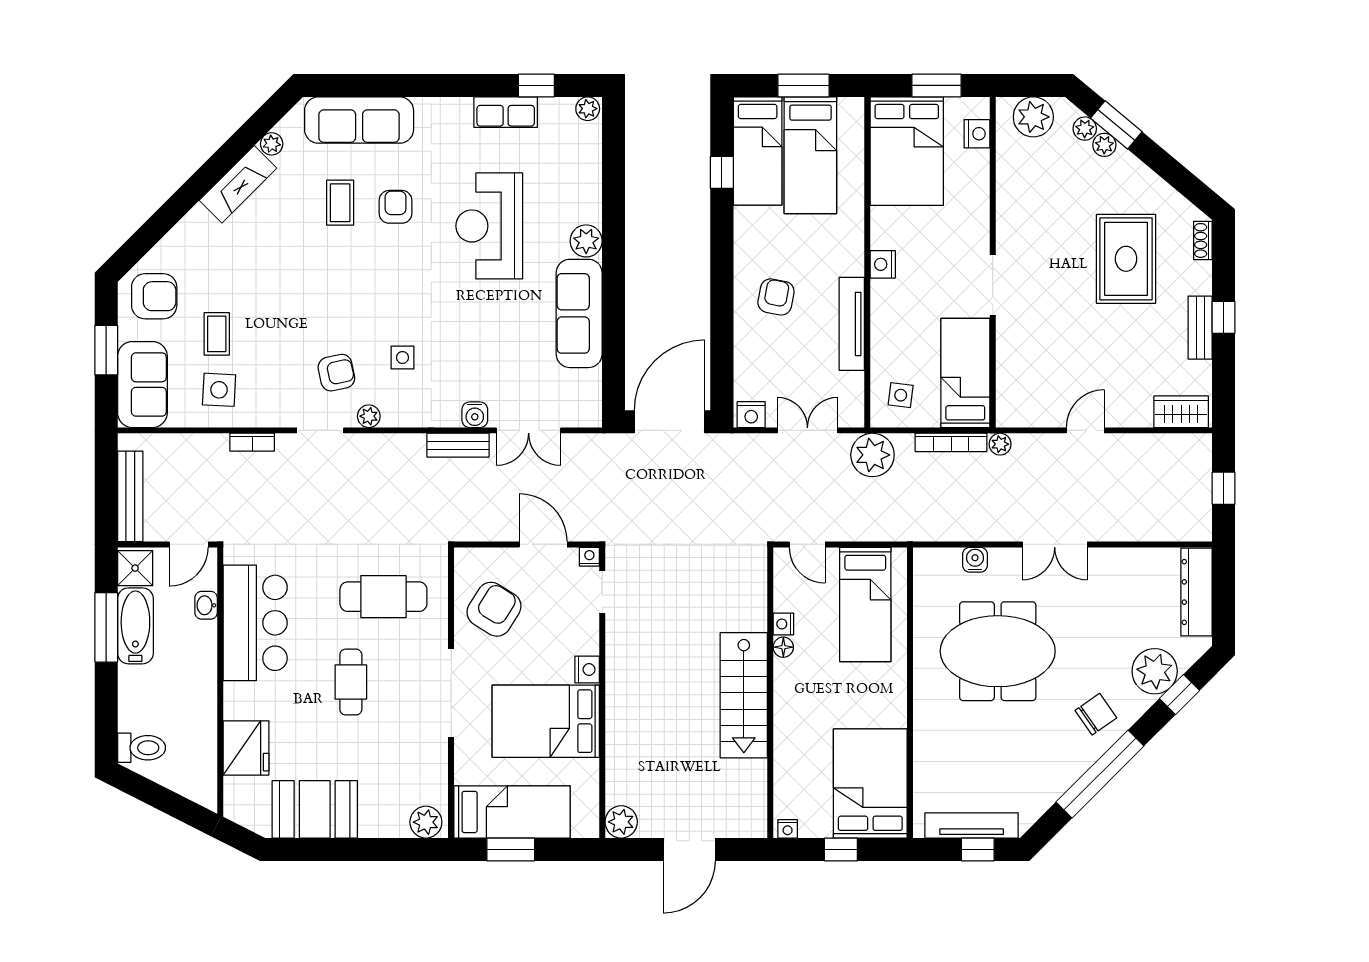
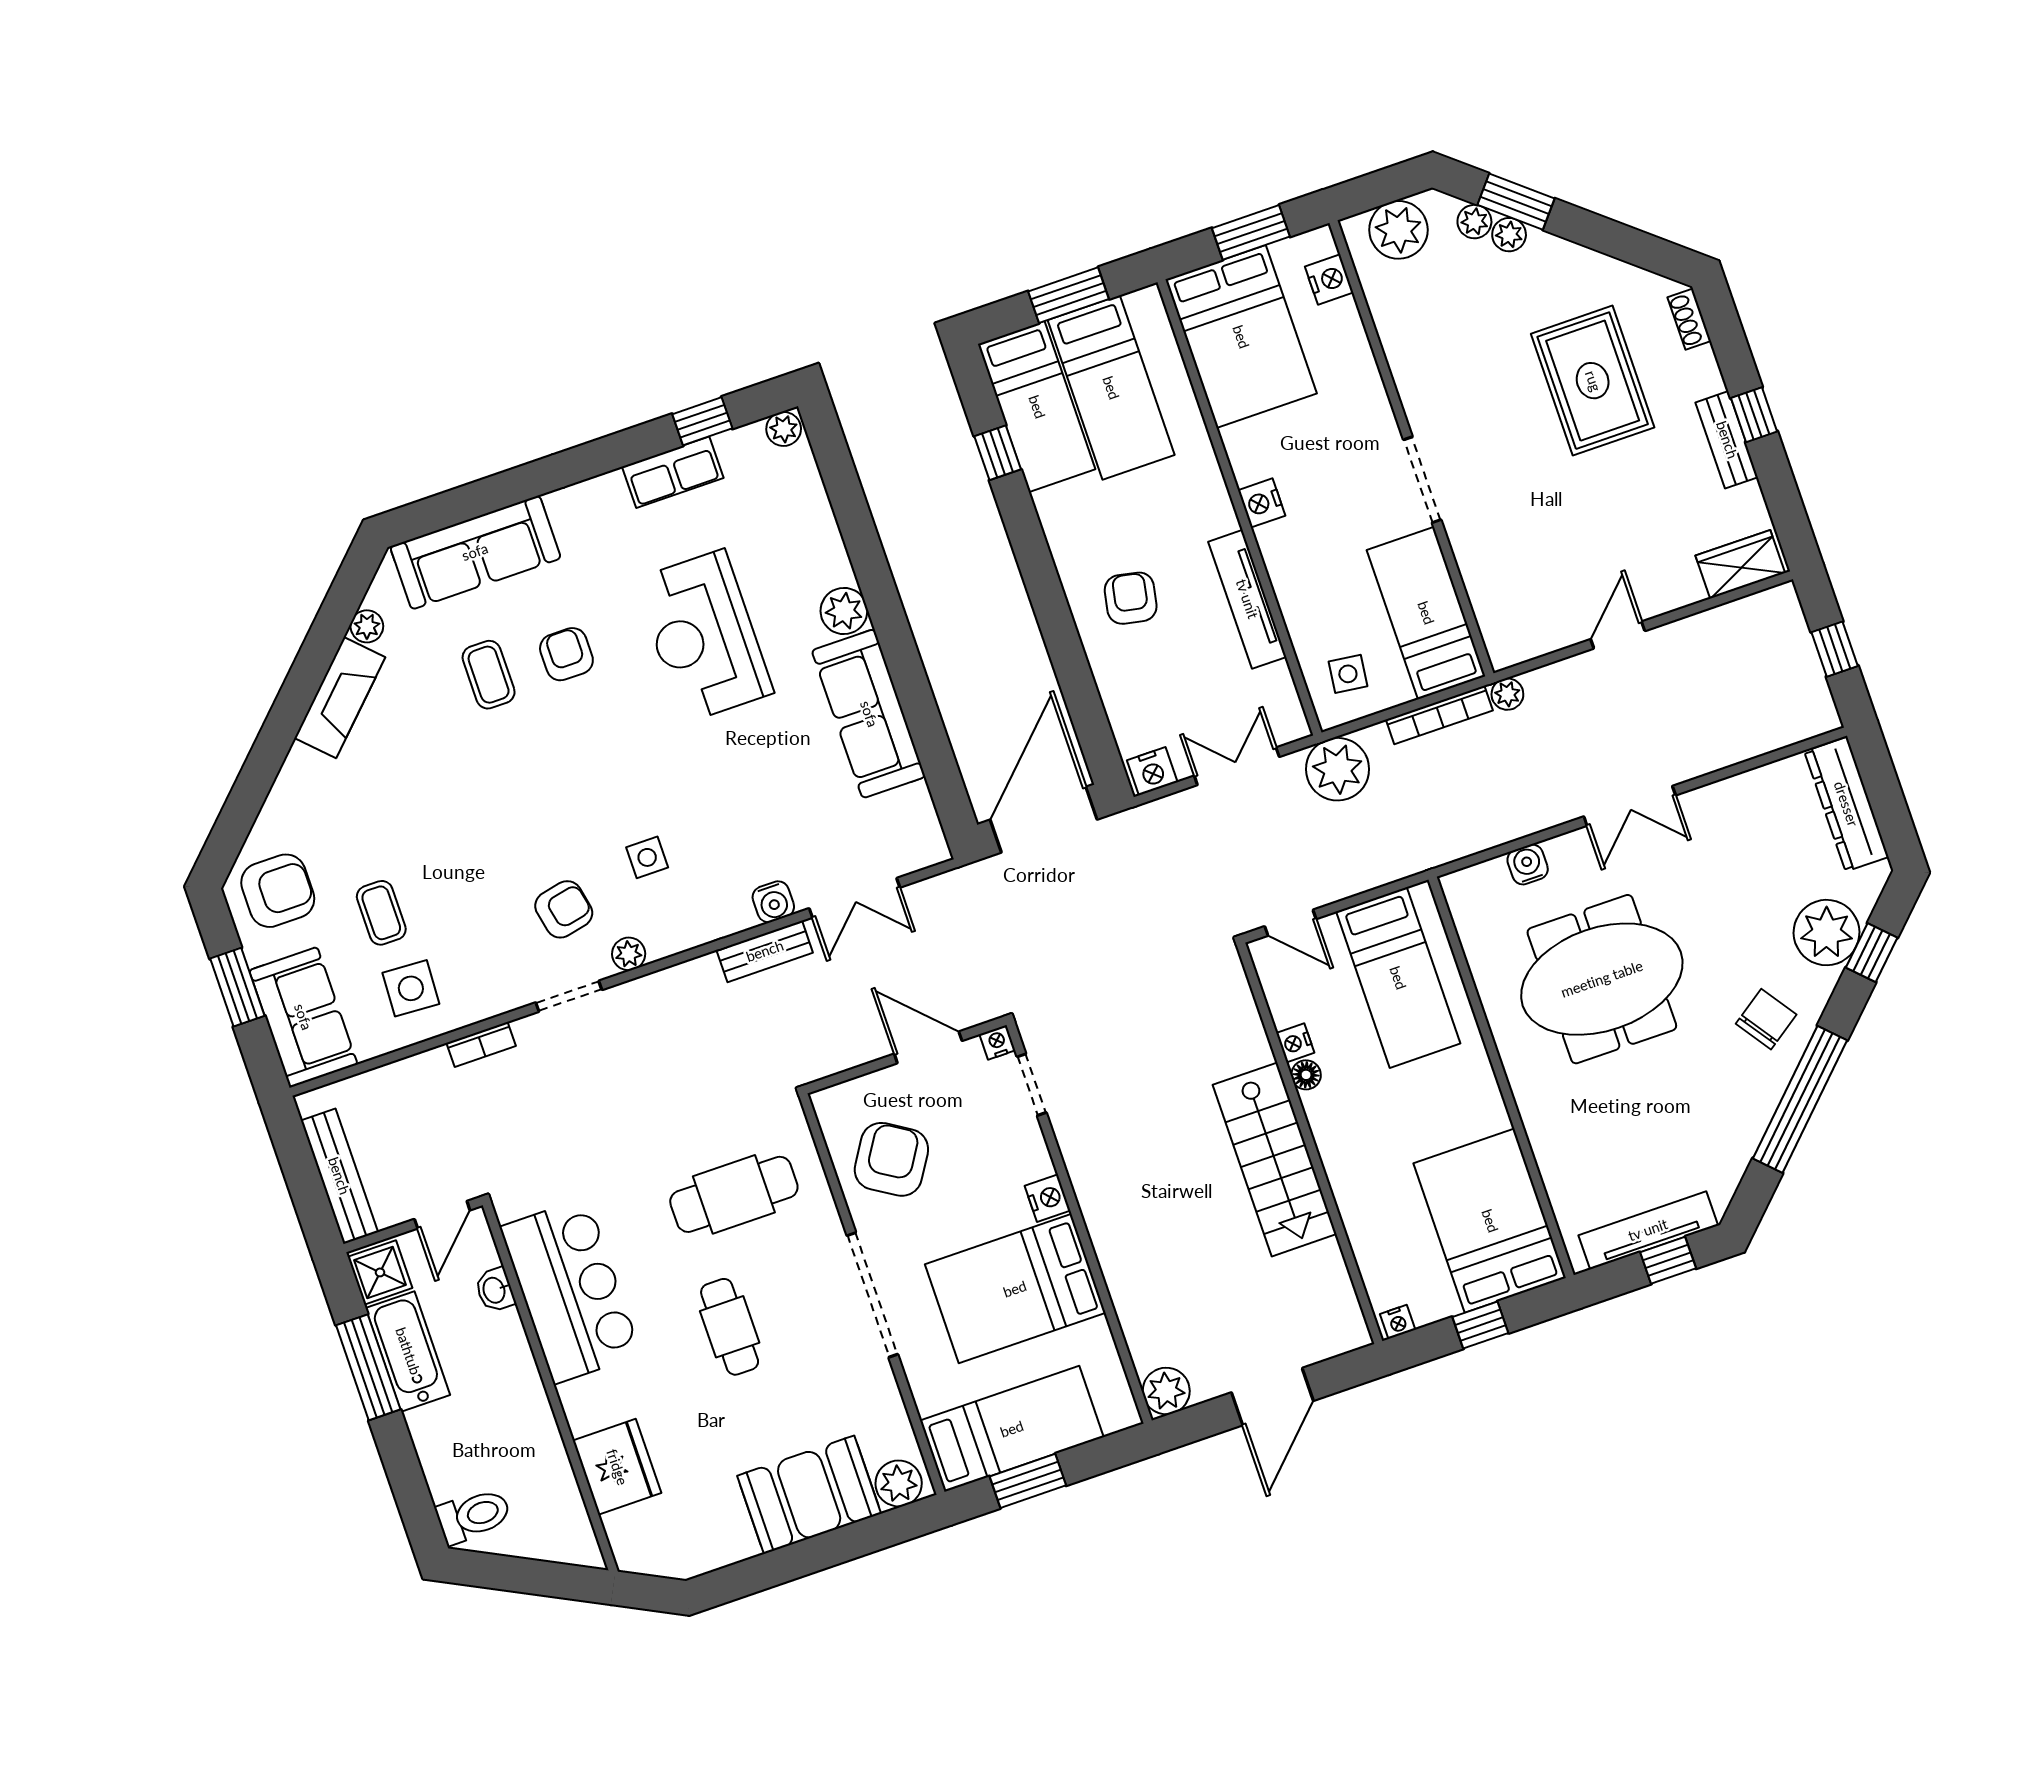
booth: (315, 809) -> (809, 1495), moved

